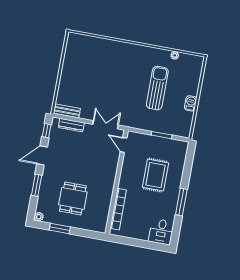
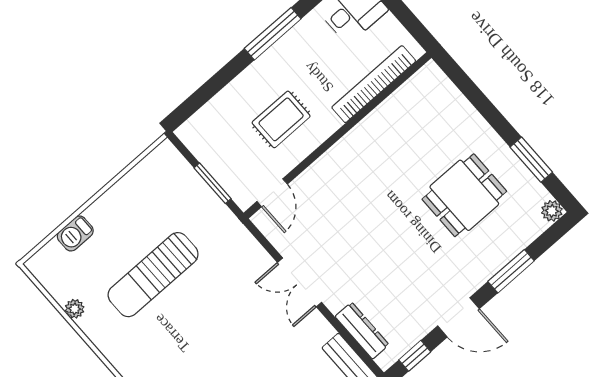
barbecue: (191, 103) -> (75, 234), moved
door: (124, 145) -> (272, 193), moved
rug: (155, 175) -> (281, 119), width x0.73, depth x0.70
wall: (117, 182) -> (338, 135), moved
bookcase: (118, 209) -> (374, 84), moved

